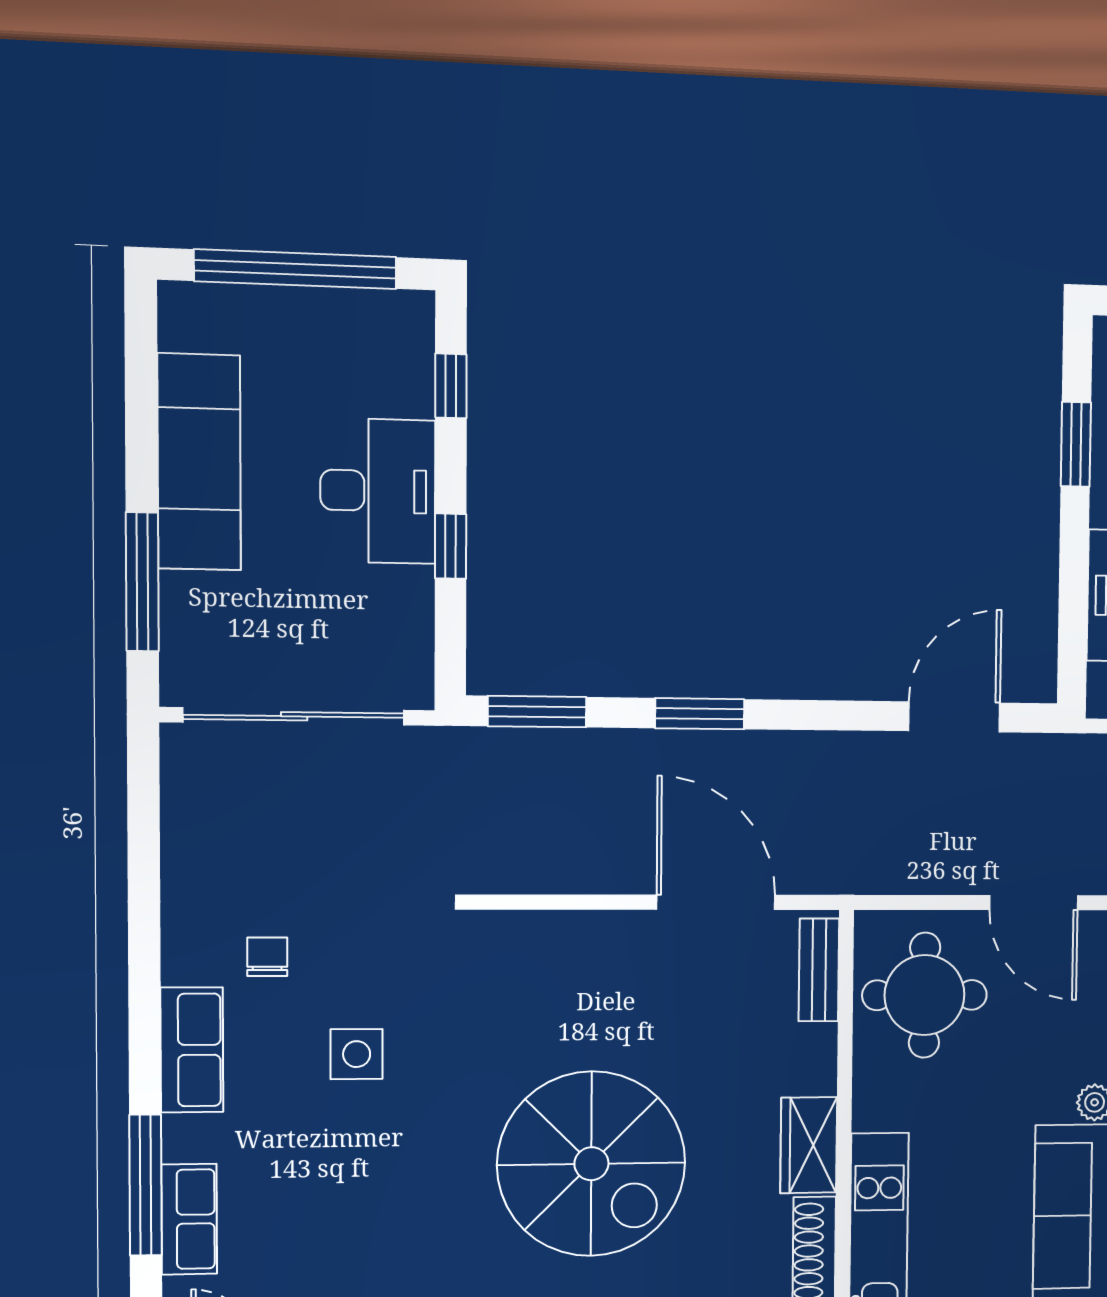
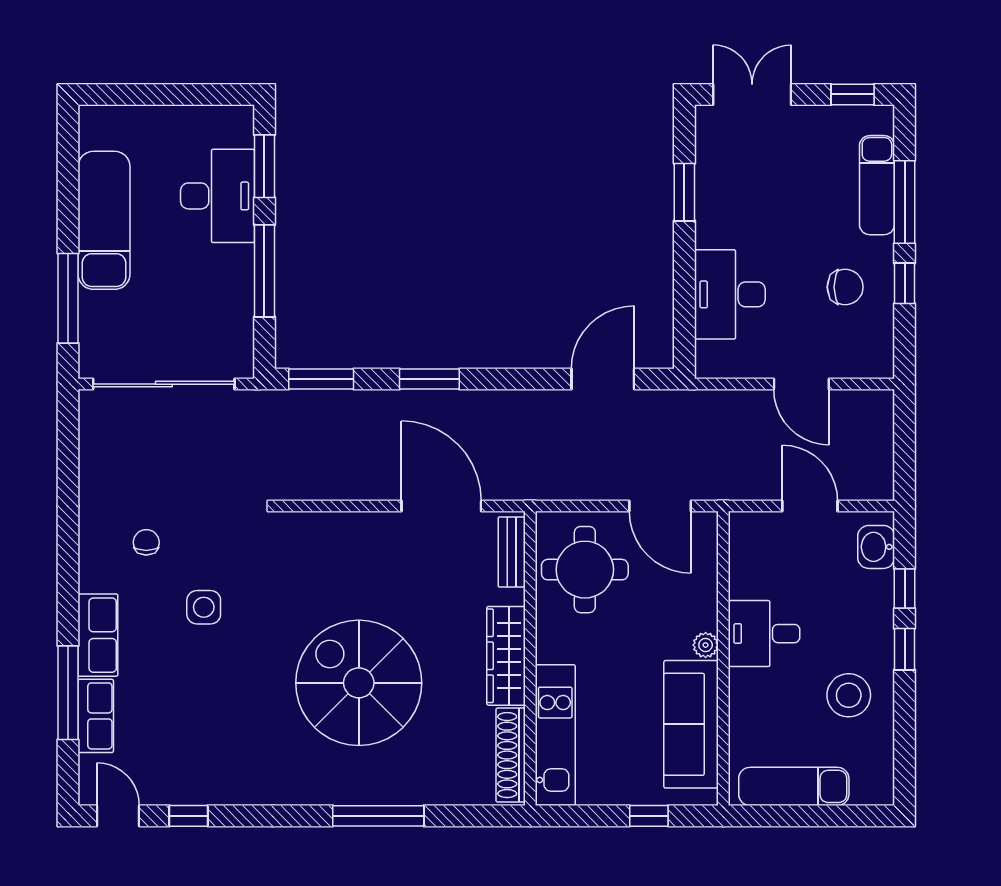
window: (296, 269) -> (165, 94), removed
window: (451, 386) -> (264, 166), width x1.50
desk: (378, 491) -> (217, 196), moved
window: (451, 546) -> (264, 271), width x2.17
row of seats: (192, 1050) -> (98, 635), moved
wardrobe: (809, 1145) -> (506, 656), width x1.50
spiral stairs: (591, 1164) -> (359, 683), turned 180

